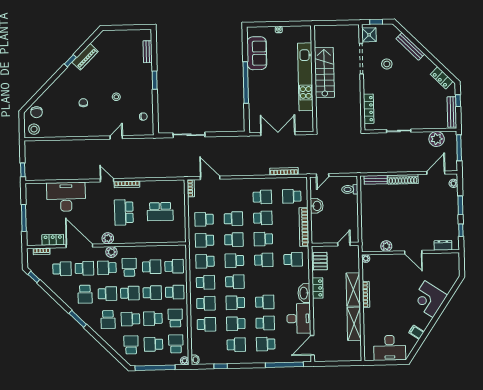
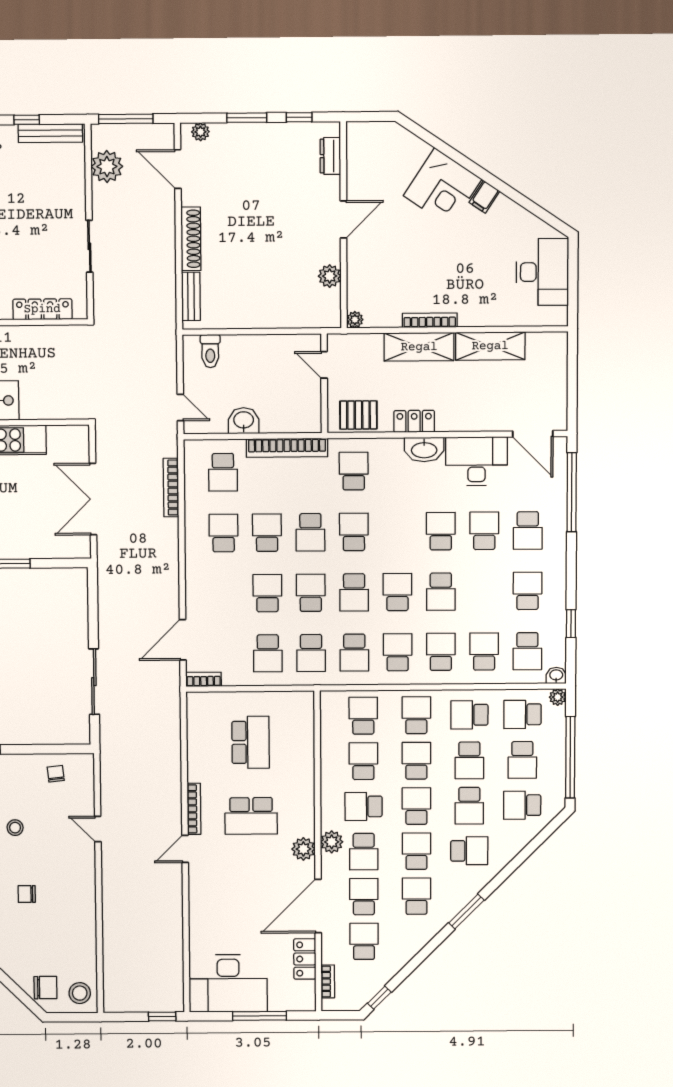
desk: (66, 197) -> (228, 983), moved, turned -90
school desk: (85, 294) -> (416, 896), turned -90
school desk: (236, 324) -> (527, 651), moved
filing cabinet: (416, 332) -> (484, 197), moved

